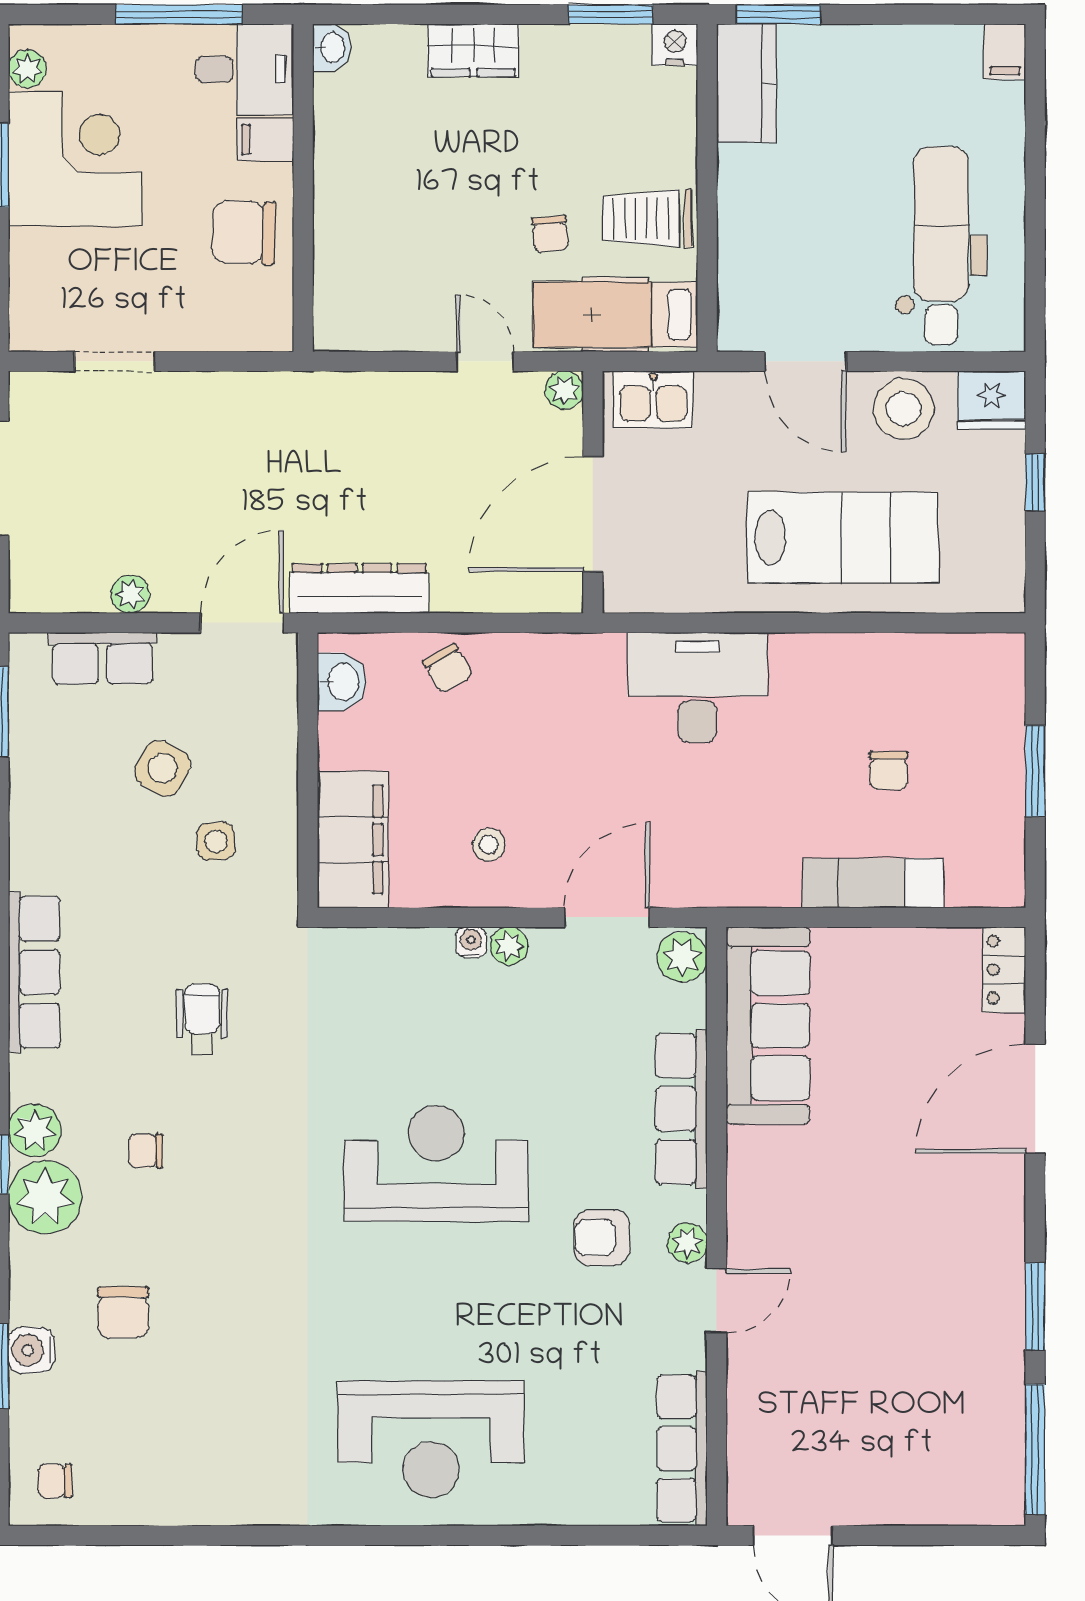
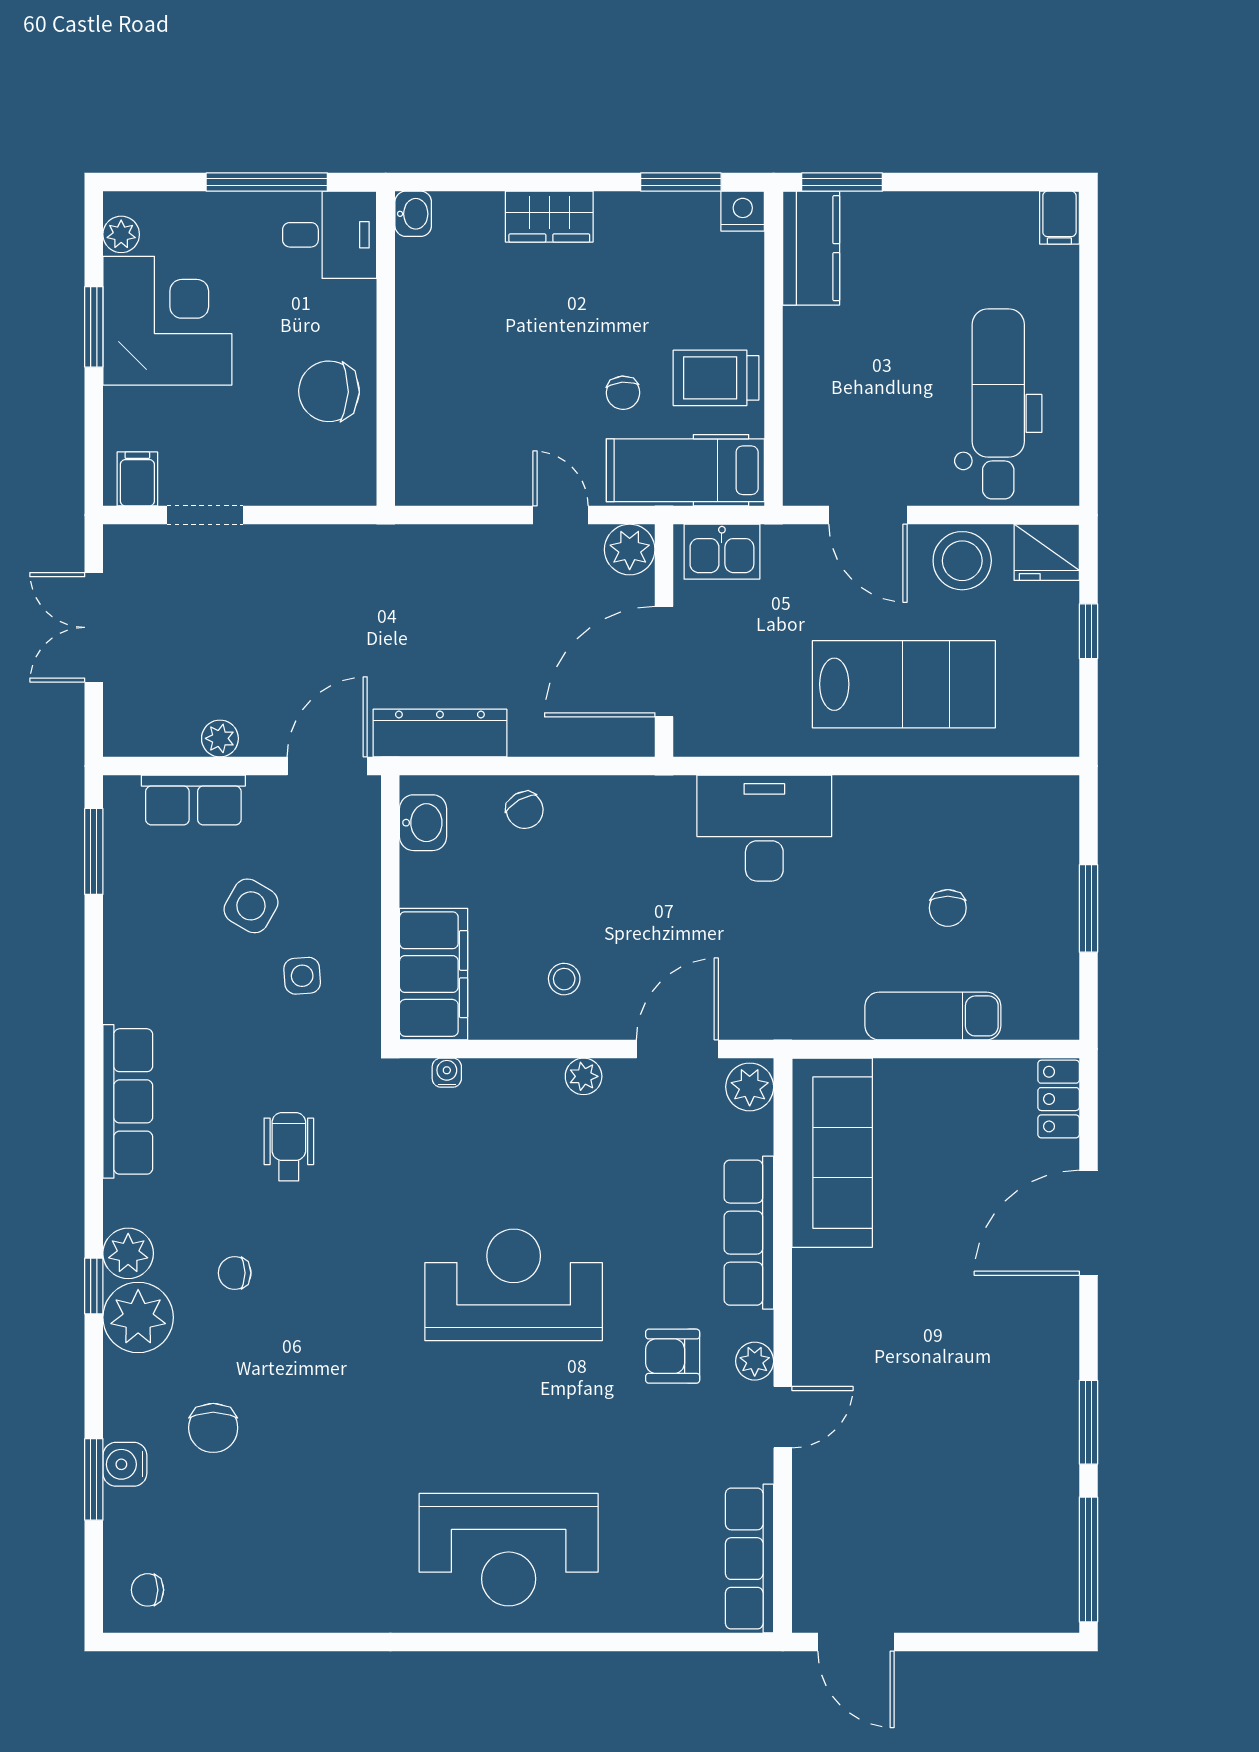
filing cabinet: (265, 140) -> (137, 479), moved, turned 90
plant: (564, 390) -> (630, 550), width x1.38, depth x1.38
water cooler: (471, 942) -> (447, 1073), moved

